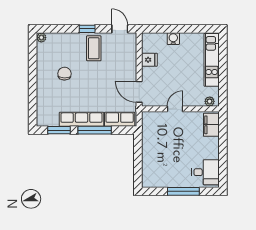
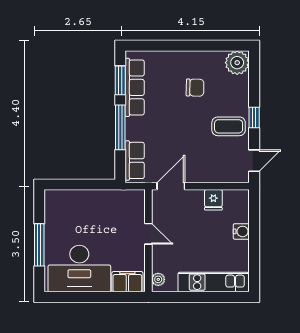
plant: (41, 38) -> (237, 63), width x1.88, depth x1.88
row of seats: (82, 119) -> (135, 87), moved
desk: (205, 172) -> (79, 269), width x1.87, depth x1.30

